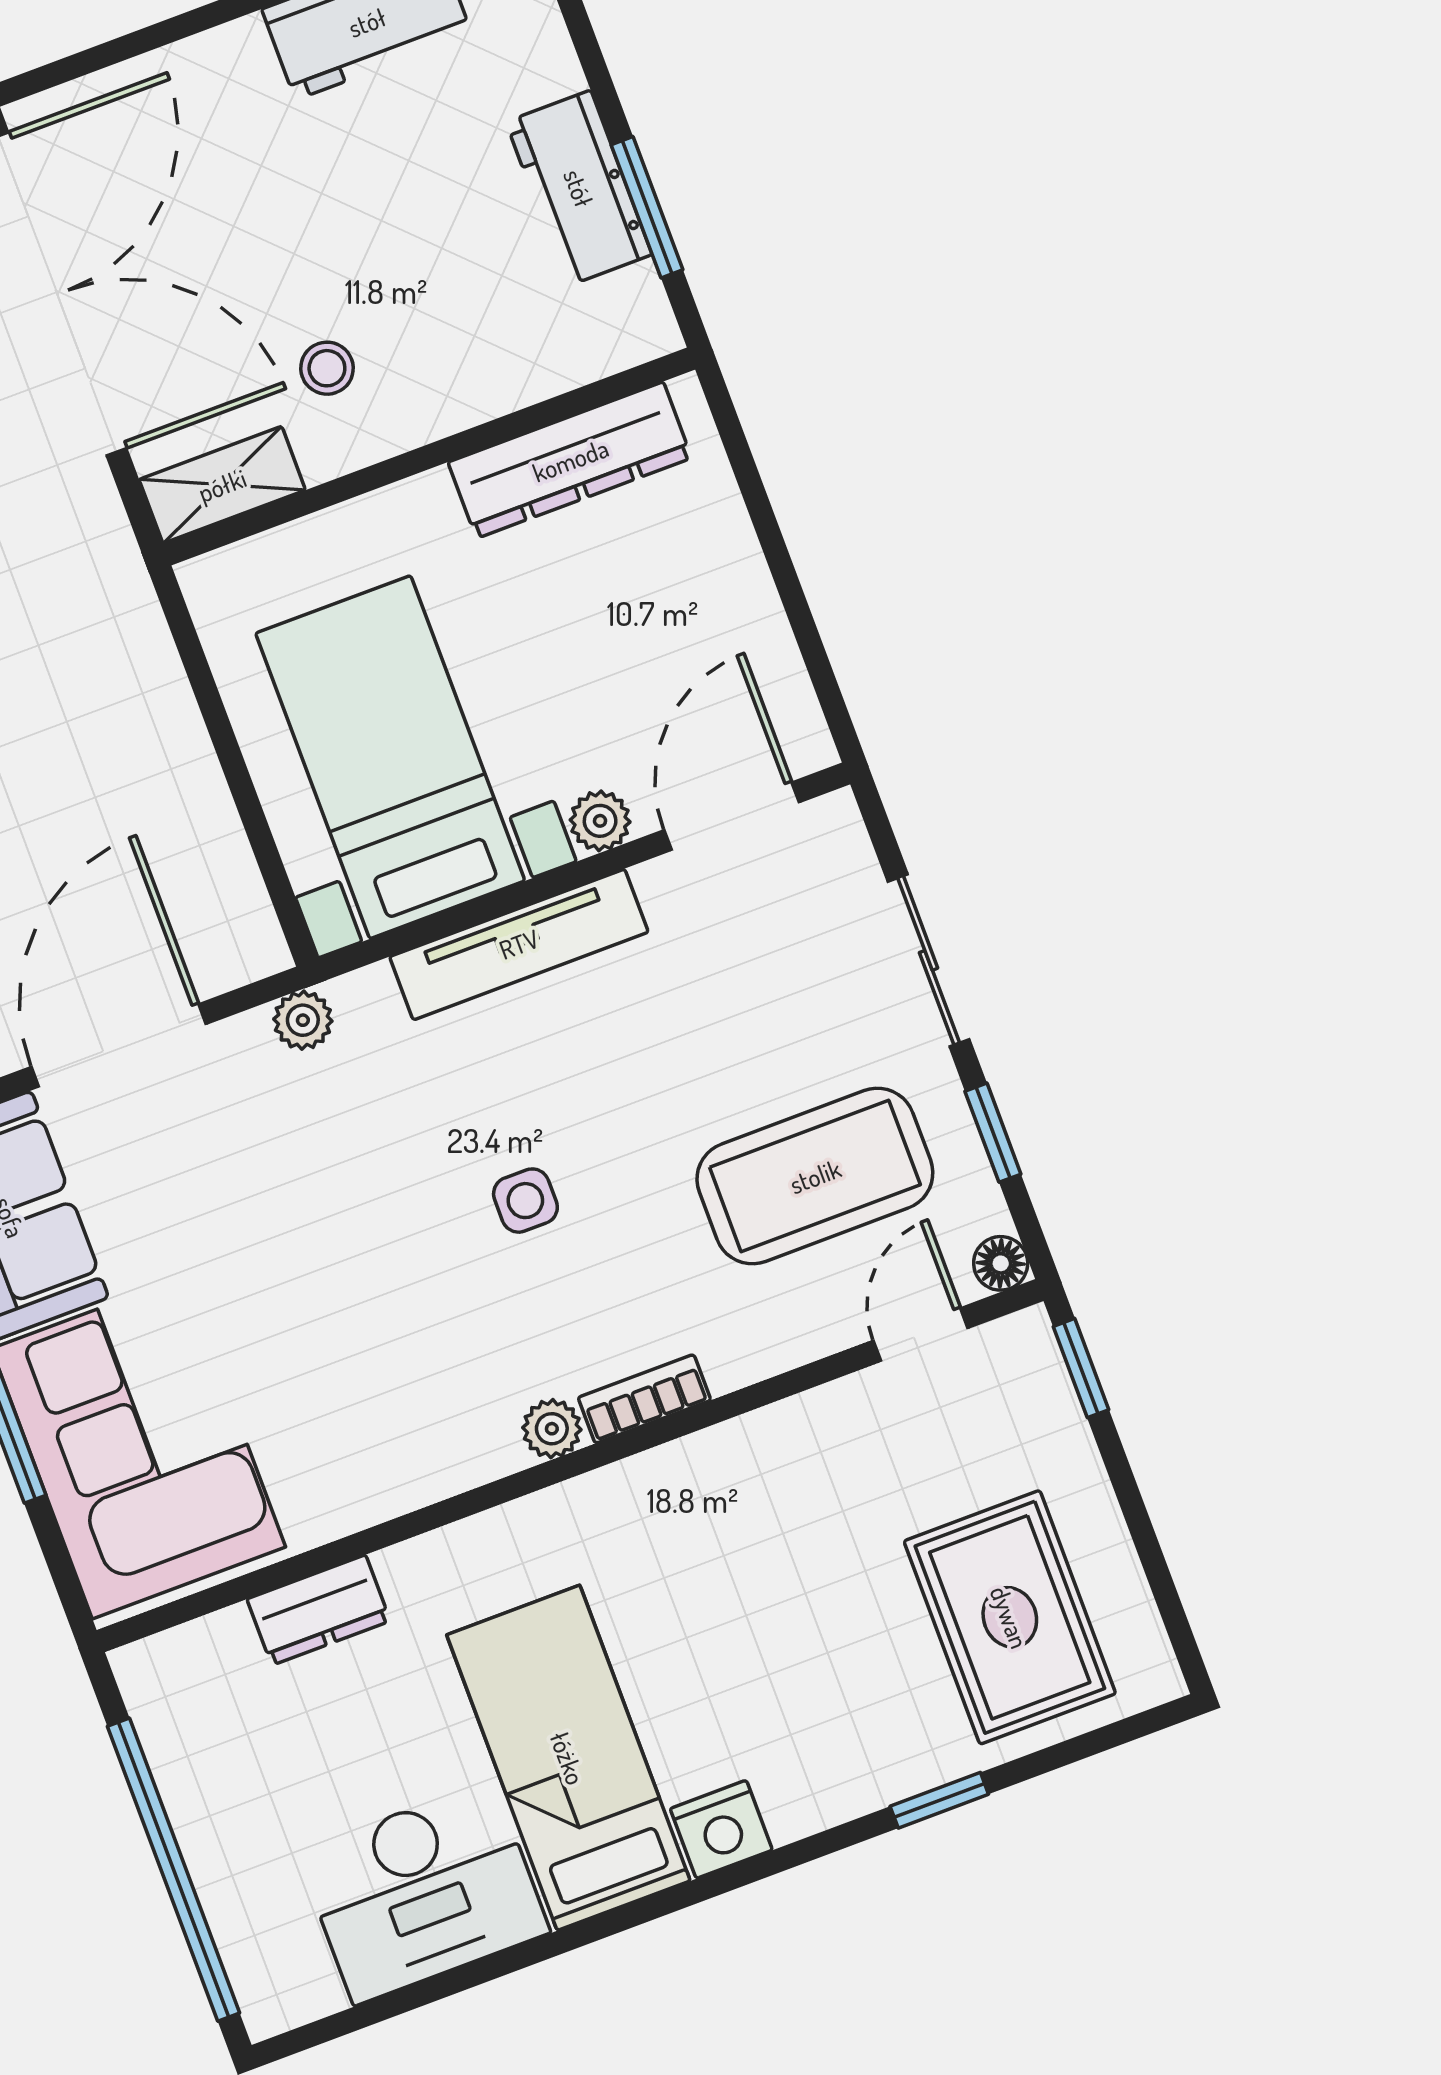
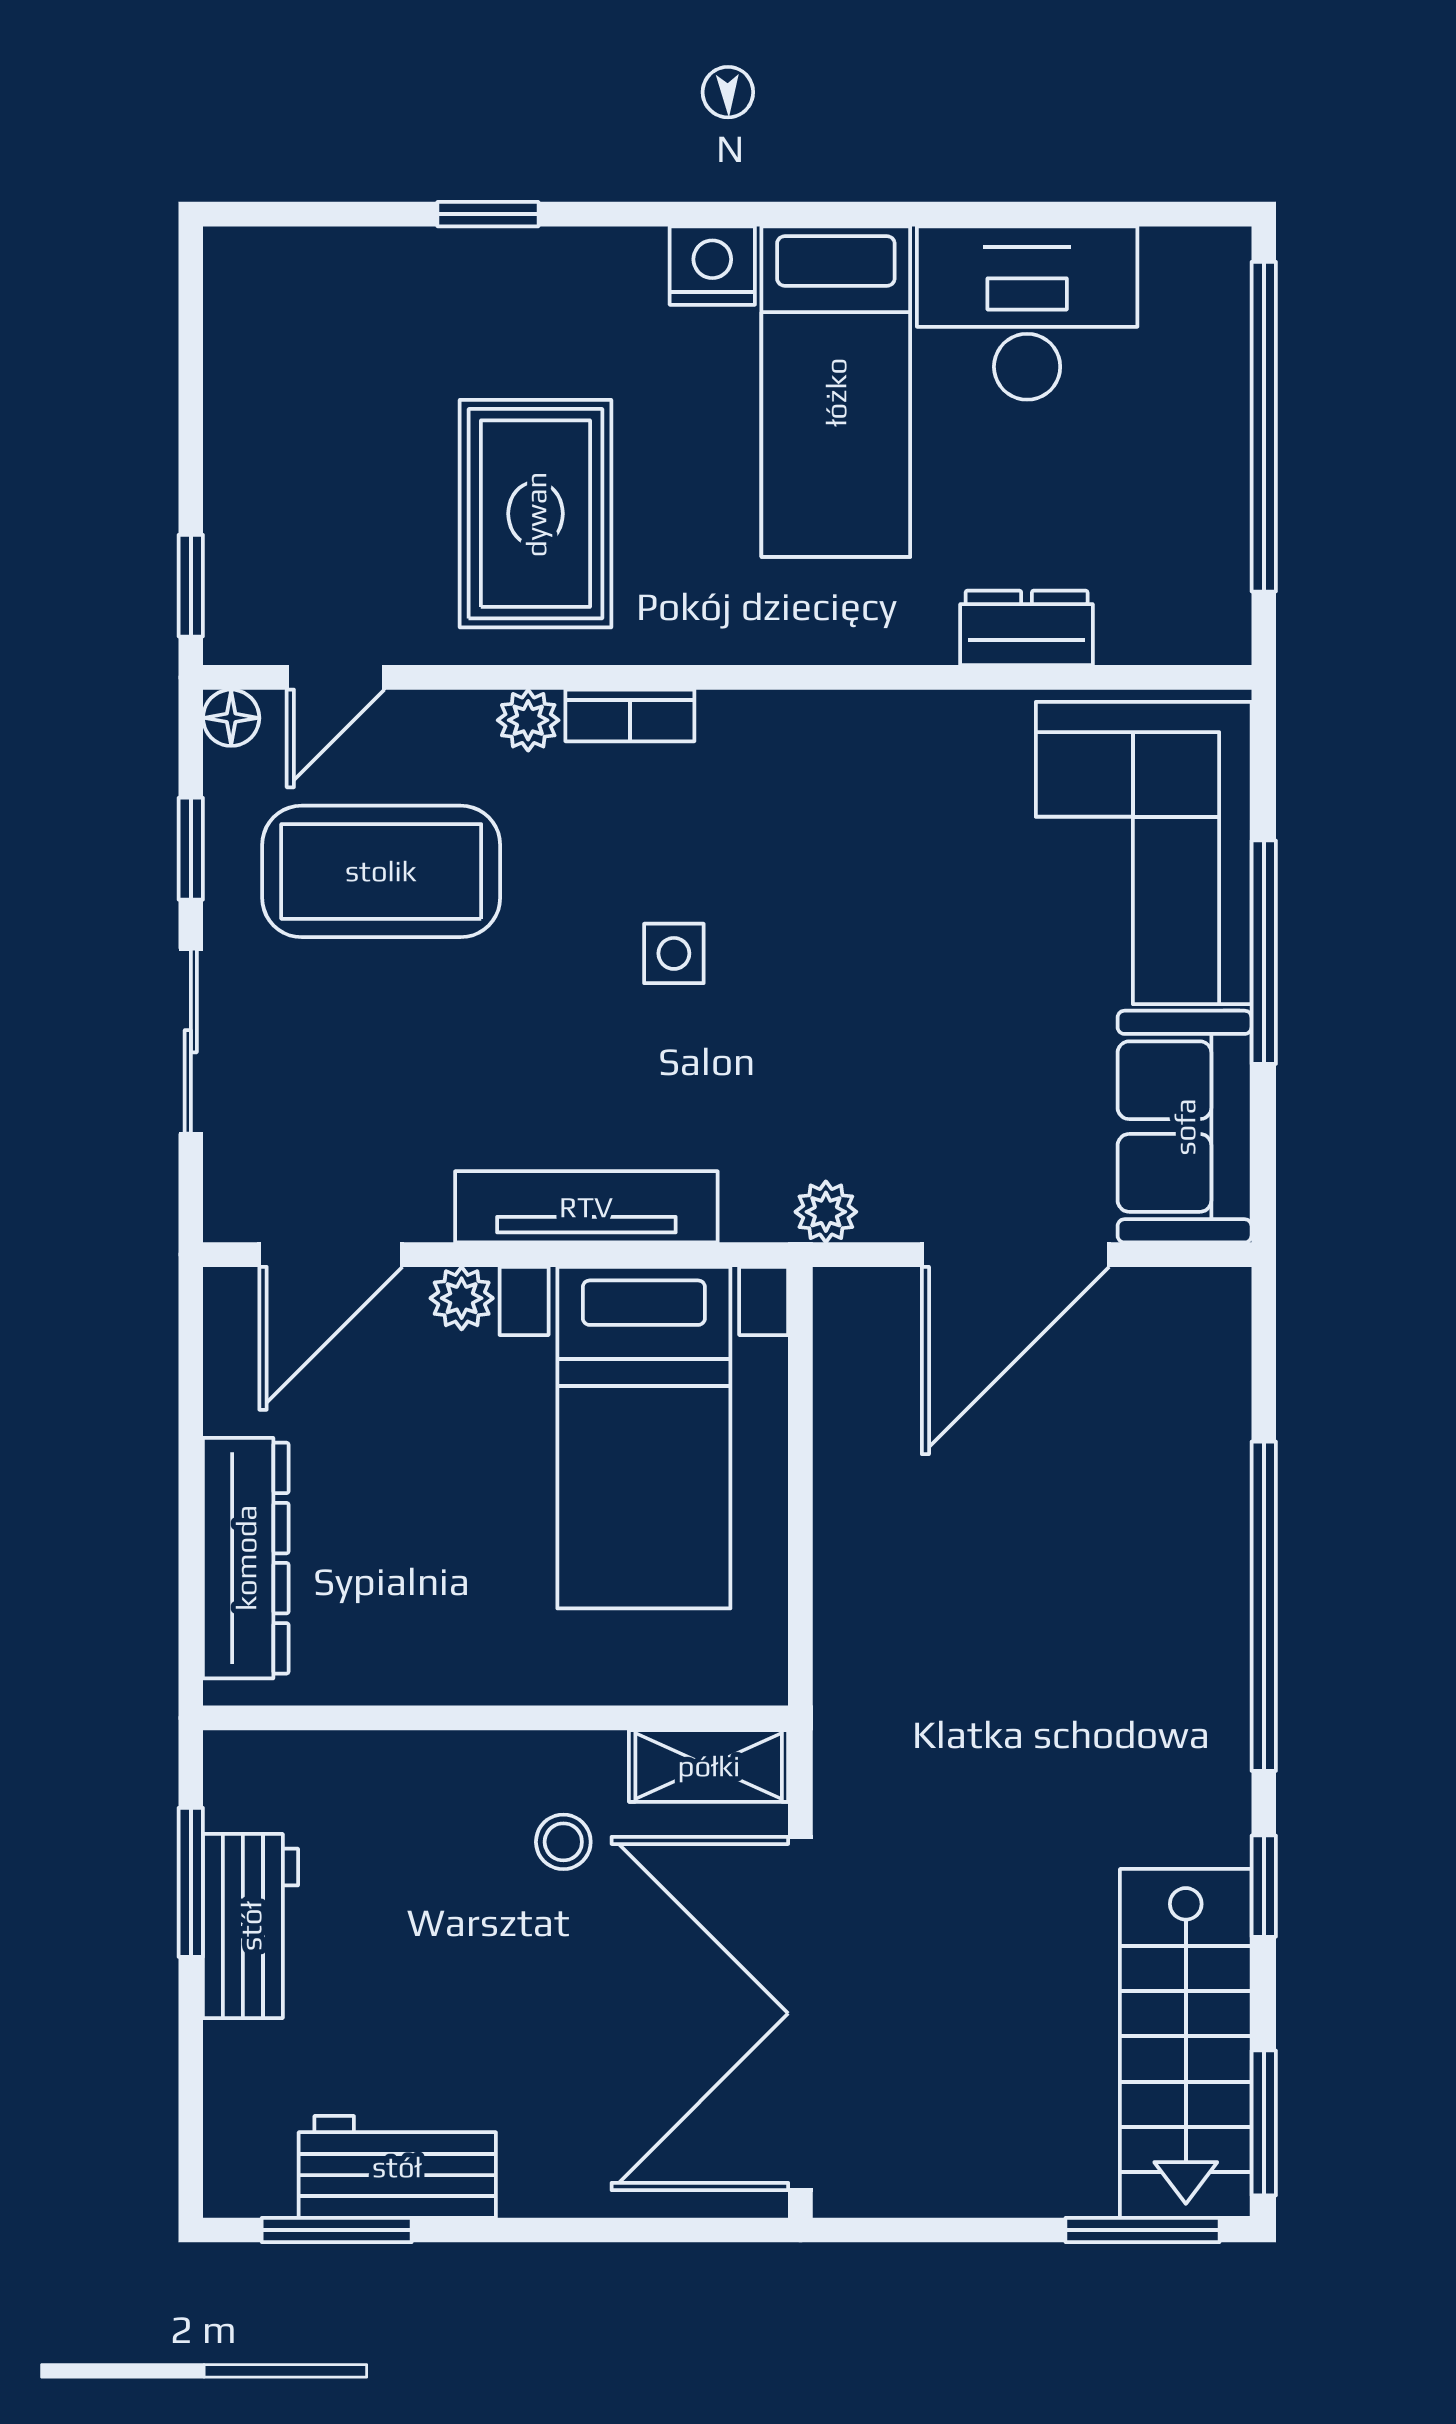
dresser: (570, 460) -> (246, 1558), moved, turned 90
plant: (552, 1429) -> (528, 720), moved
rug: (1010, 1617) -> (536, 514), moved

